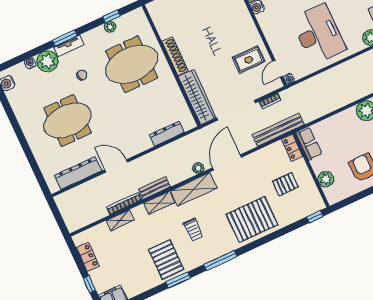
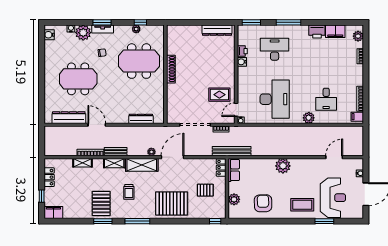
wardrobe: (197, 97) -> (173, 104), removed
bench: (278, 130) -> (232, 151), moved

